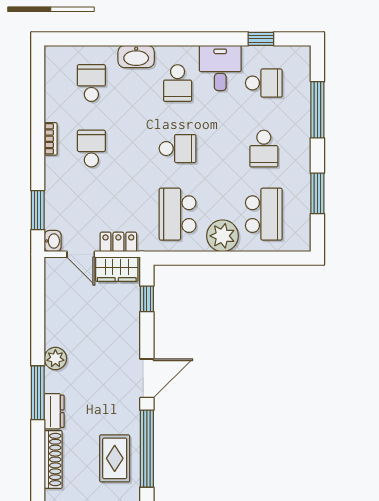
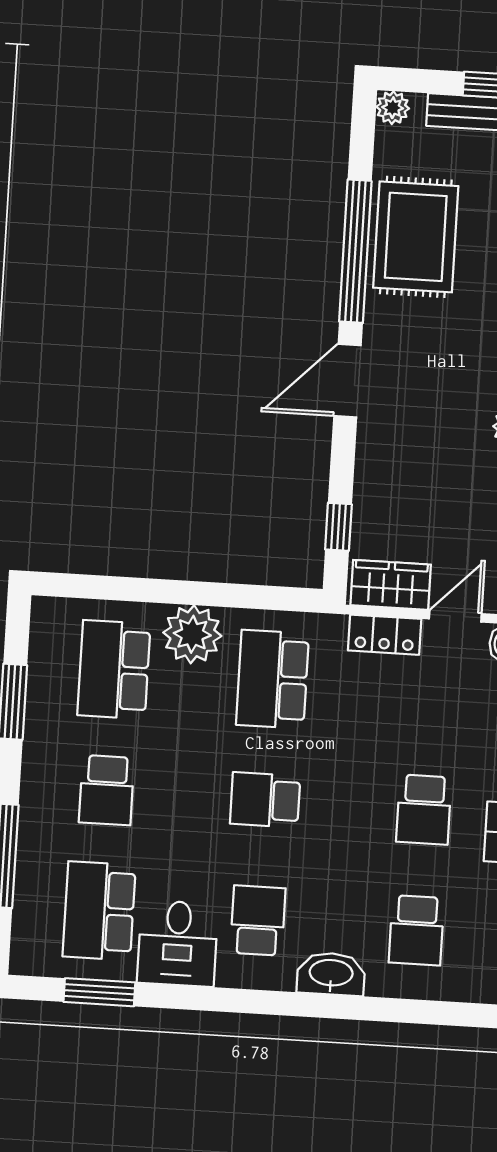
window: (261, 39) -> (99, 992), width x1.50
school desk: (264, 83) -> (99, 911), width x1.85
school desk: (264, 149) -> (107, 790), turned 180
school desk: (178, 214) -> (273, 679), turned 180
door: (81, 254) -> (455, 616), hinge flipped
rug: (115, 458) -> (416, 237), width x1.36, depth x1.43

